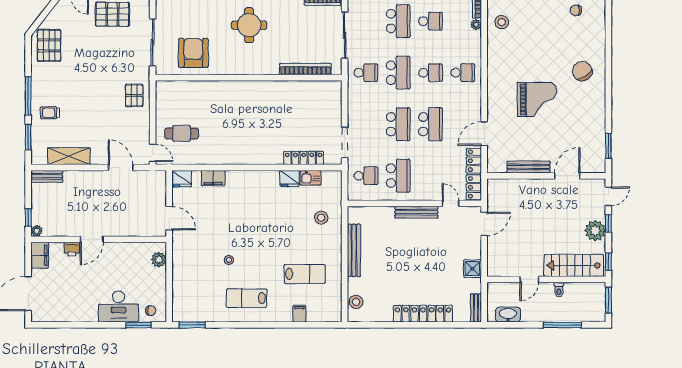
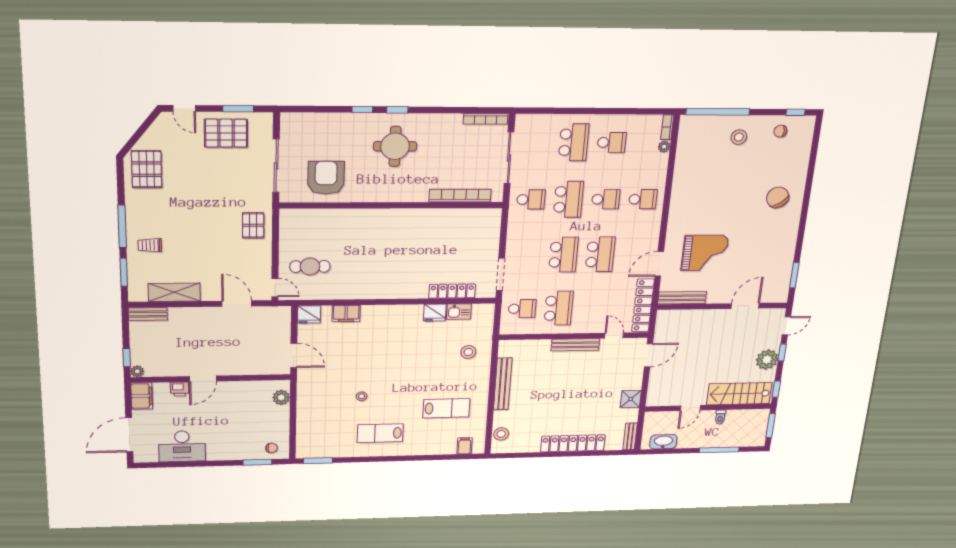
stool: (502, 22) -> (739, 137), moved
grand piano: (537, 99) -> (705, 253), moved
bench: (528, 167) -> (682, 298), moved
desk: (118, 307) -> (182, 446), moved
filing cabinet: (299, 314) -> (465, 446), moved

